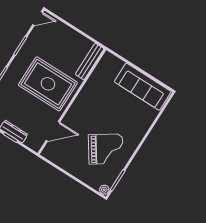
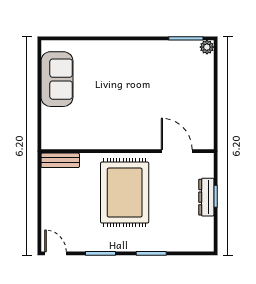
bench: (90, 61) -> (60, 160), width x0.73
sofa: (143, 87) -> (57, 79), width x0.73
grand piano: (106, 149) -> (158, 76), removed

